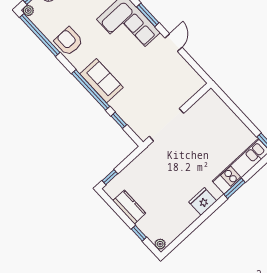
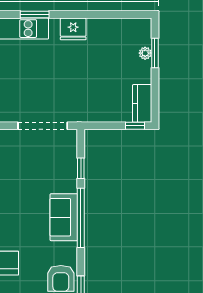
kitchen counter: (129, 207) -> (142, 103), moved
window: (139, 233) -> (155, 53), width x1.50
plant: (160, 244) -> (145, 53), moved

